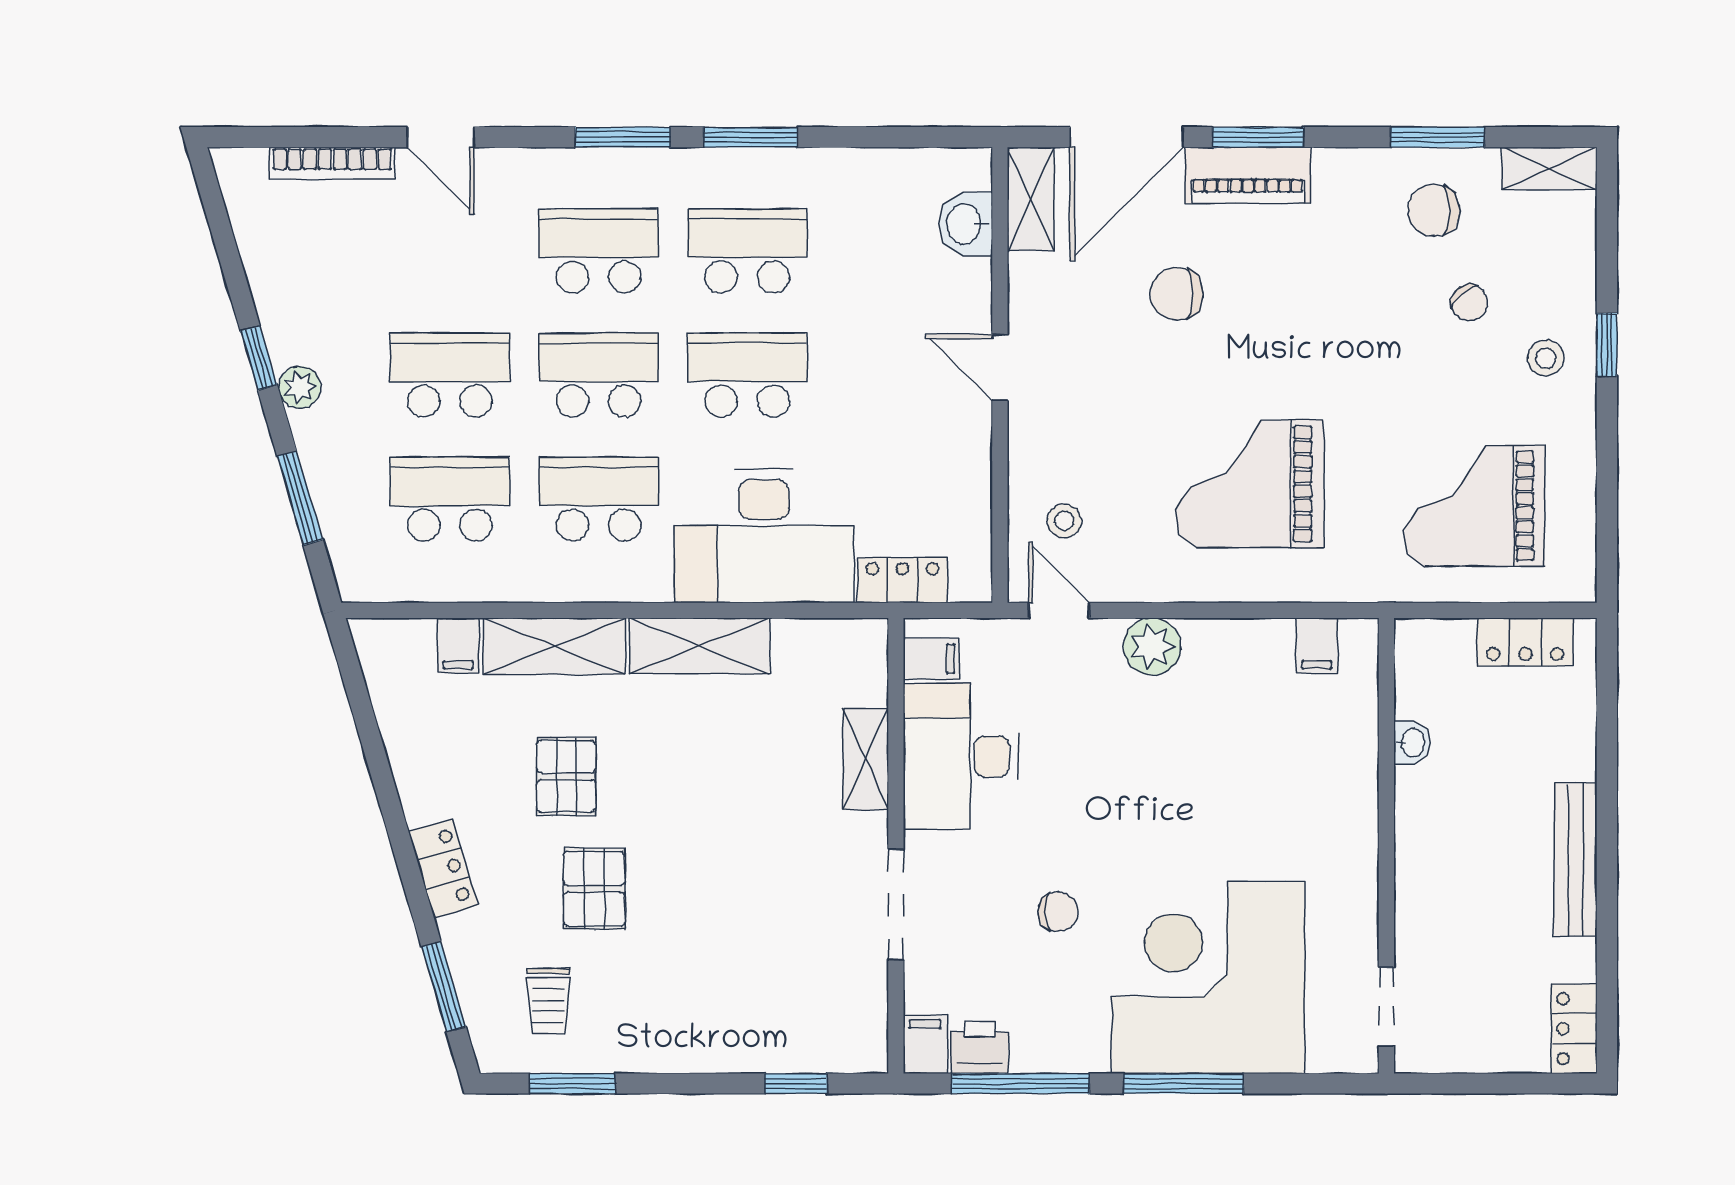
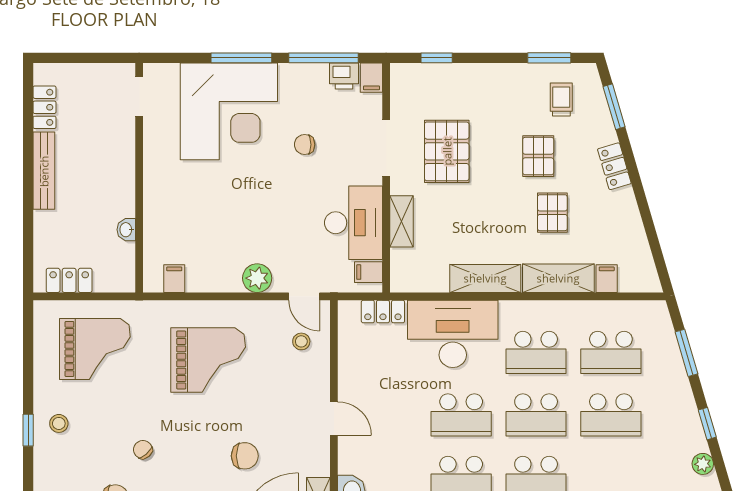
chair: (1469, 303) -> (143, 450), moved
plant: (300, 387) -> (703, 464), moved
pallet: (776, 898) -> (447, 151), added
locker: (1574, 1029) -> (44, 107), moved

